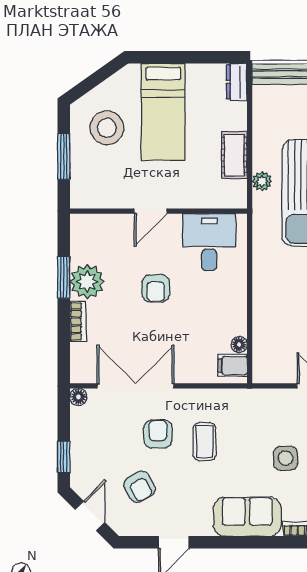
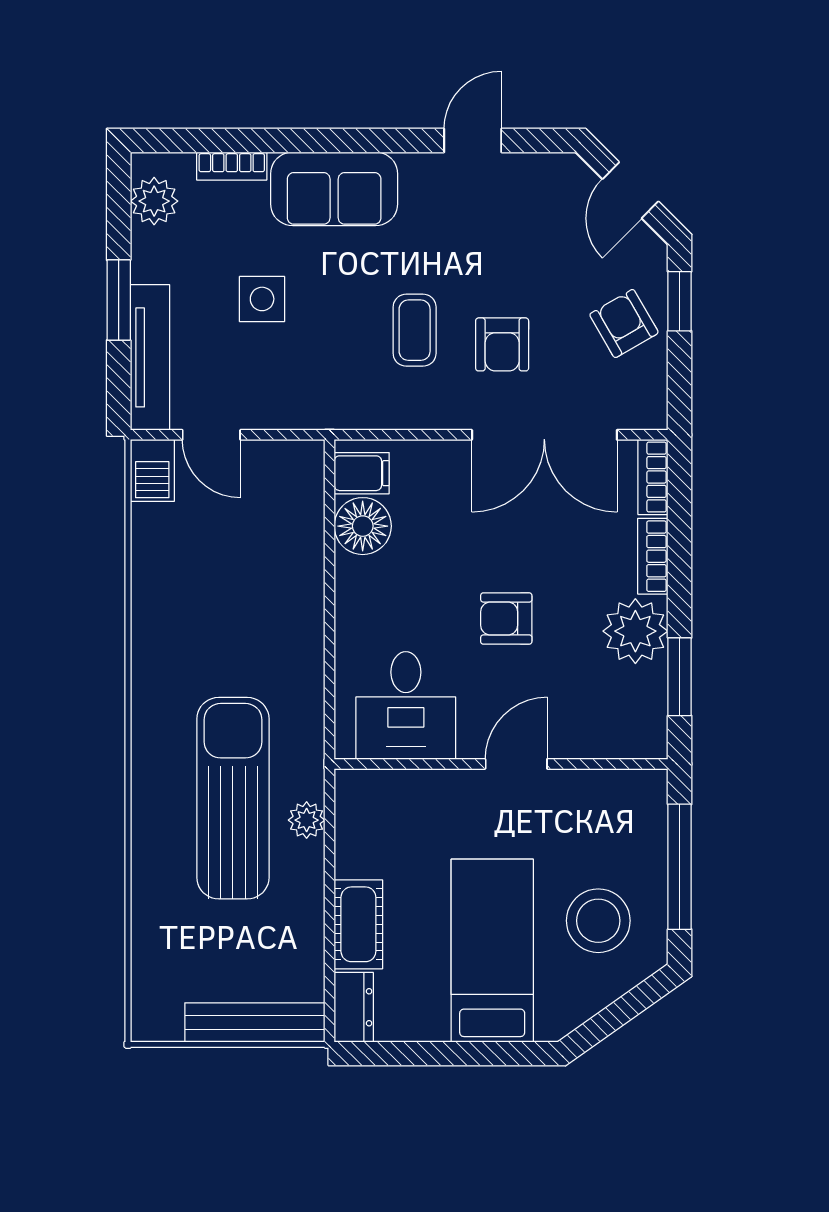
cot: (234, 155) -> (358, 924), moved
window: (64, 156) -> (680, 867), width x1.44
window: (64, 277) -> (680, 677), moved
armchair: (156, 288) -> (506, 619), turned -90
floor lamp: (239, 345) -> (363, 526), width x1.89, depth x1.89
bookcase: (78, 364) -> (653, 477), added
floor lamp: (78, 397) -> (652, 414), removed
armchair: (139, 487) -> (624, 324), moved

